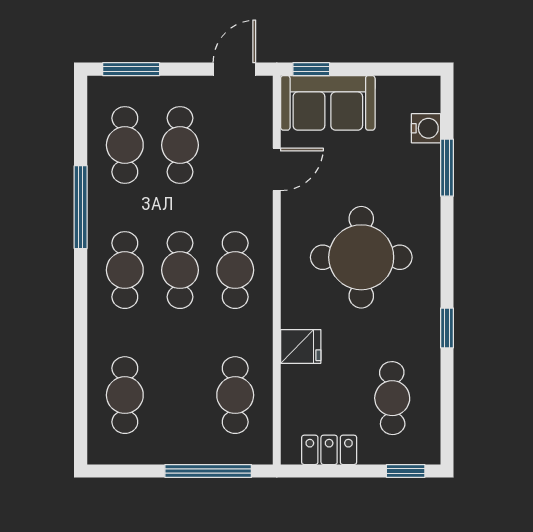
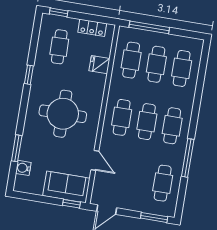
cafe table: (180, 145) -> (156, 64), moved
door: (277, 169) -> (95, 160), swing flipped
fridge: (301, 346) -> (99, 65), moved

